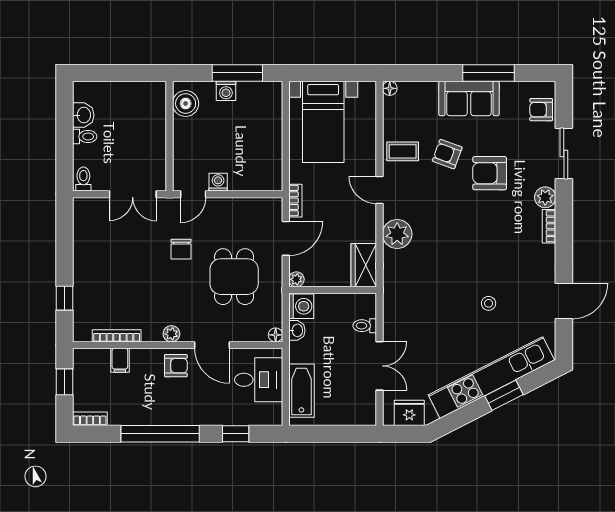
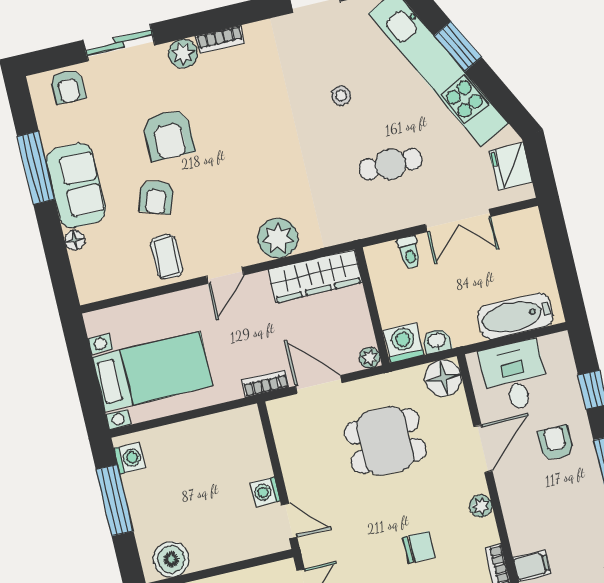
floor lamp: (390, 88) -> (75, 240), moved
washing machine: (226, 91) -> (130, 458), moved
chair: (181, 249) -> (419, 547), moved
wardrobe: (364, 265) -> (315, 276), width x1.50
cafe table: (431, 327) -> (390, 164), added
floor lamp: (276, 335) -> (443, 378), width x1.89, depth x1.89
armchair: (176, 366) -> (556, 443), moved
double door: (379, 366) -> (458, 220), swing flipped

